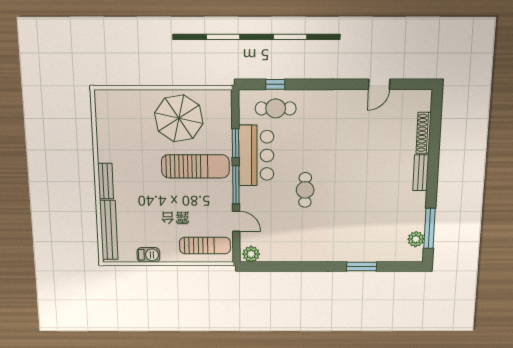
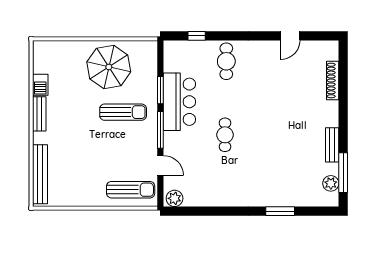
cafe table: (276, 108) -> (226, 61), moved, turned 90
sun lounger: (195, 166) -> (123, 112), width x0.73, depth x0.75
bench: (421, 173) -> (332, 145), moved
bench: (106, 181) -> (39, 114), moved
barbecue: (148, 255) -> (40, 85), moved, turned 90

